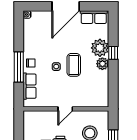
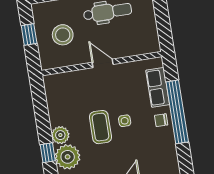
window: (19, 67) -> (177, 112), width x1.46
door: (65, 109) -> (103, 63), hinge flipped

